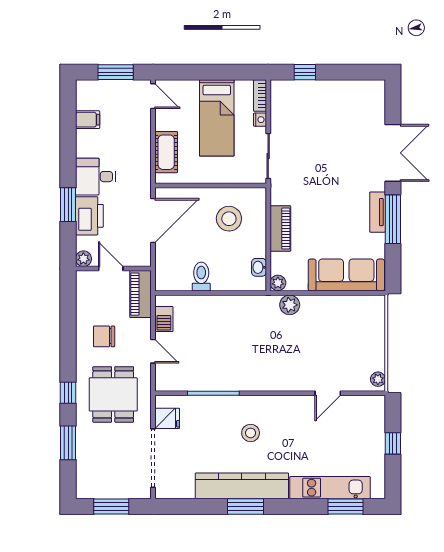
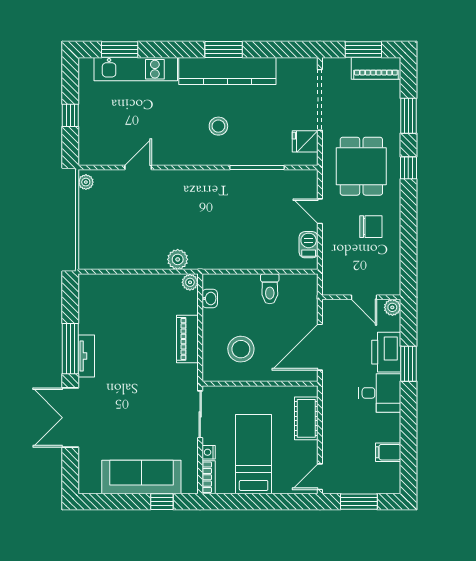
door: (153, 96) -> (320, 477), hinge flipped
sofa: (346, 275) -> (141, 477), moved, turned 180
piano: (141, 294) -> (376, 68), moved, turned 90

